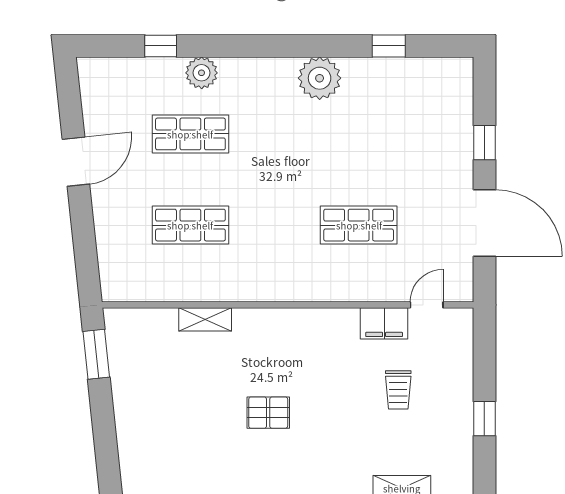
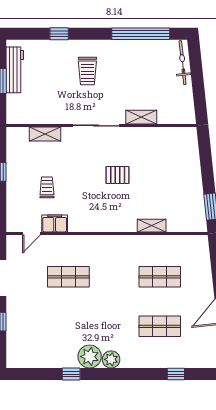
window: (389, 46) -> (71, 374), moved
plant: (202, 73) -> (111, 359), moved

